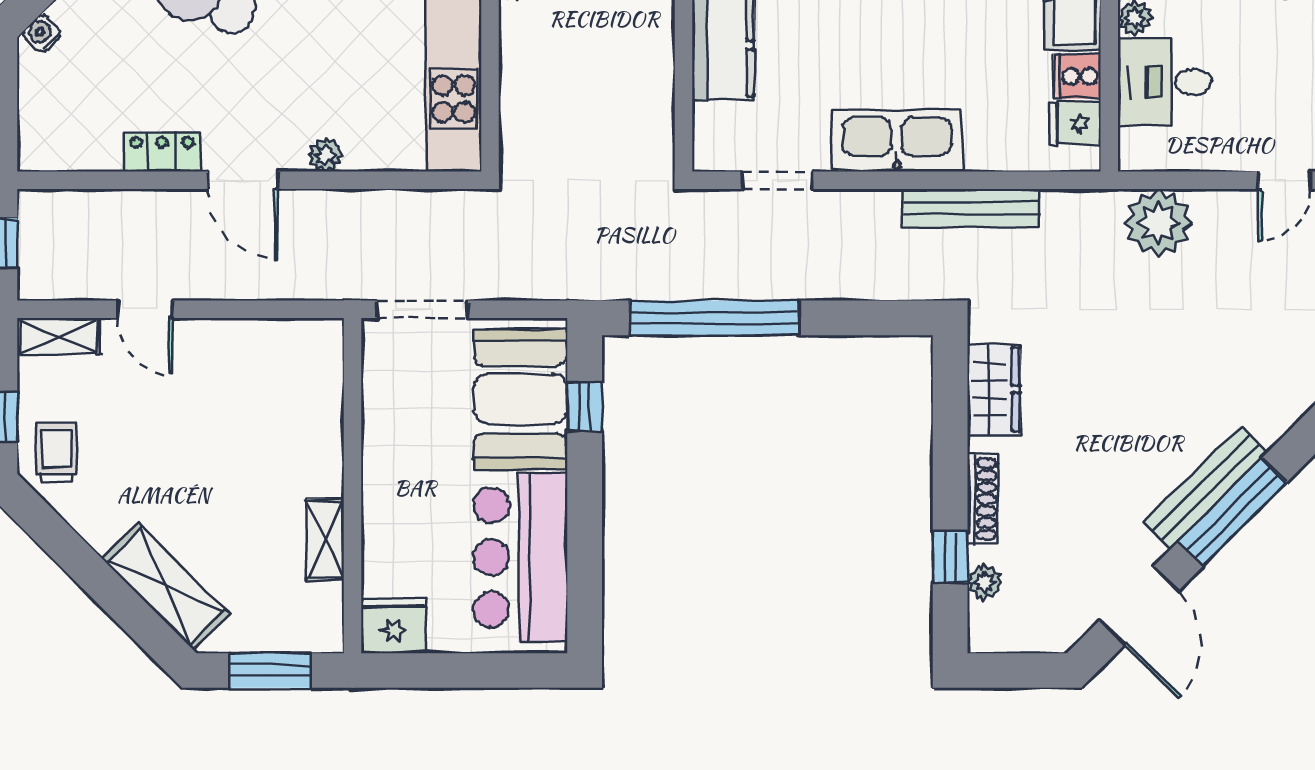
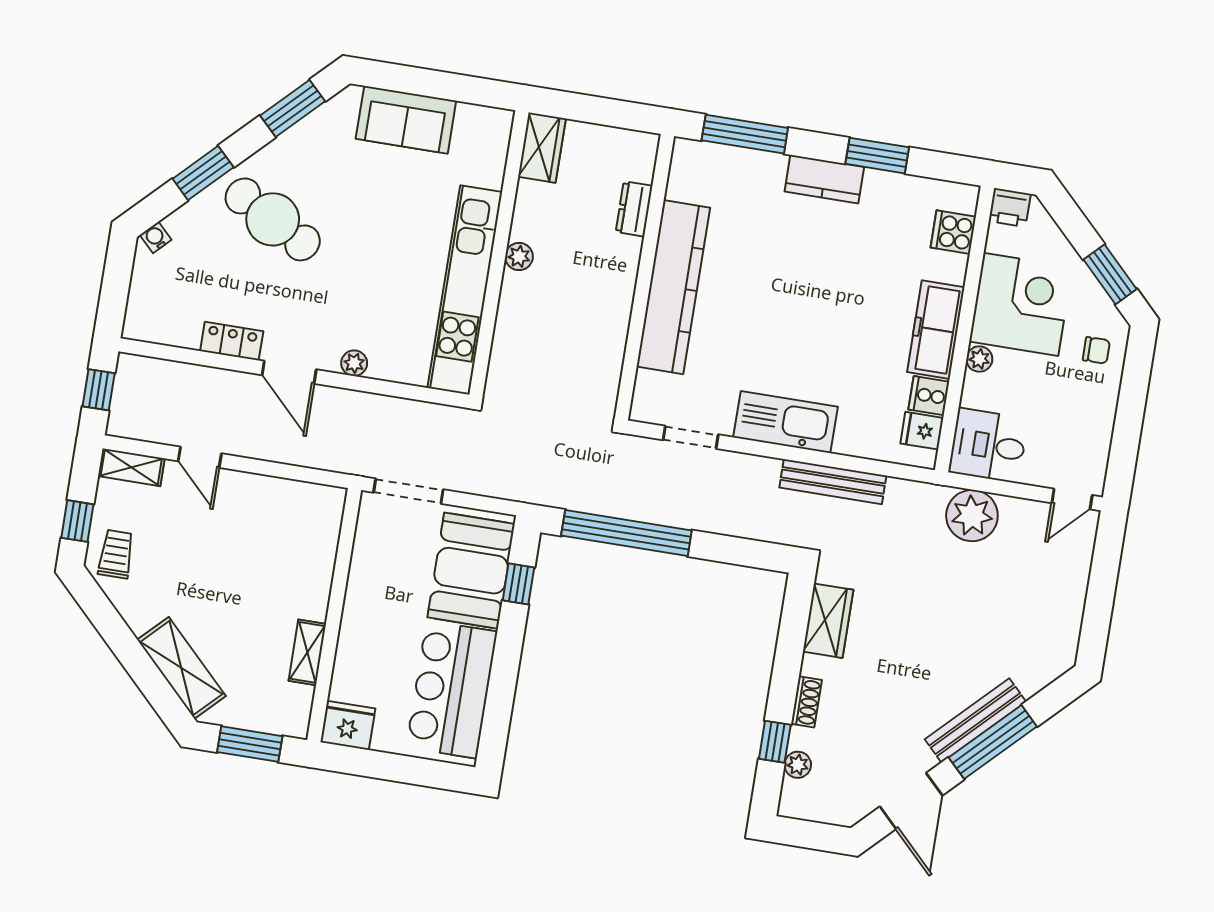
desk: (1164, 82) -> (988, 445), moved
shoe rack: (983, 499) -> (806, 702), width x0.70

